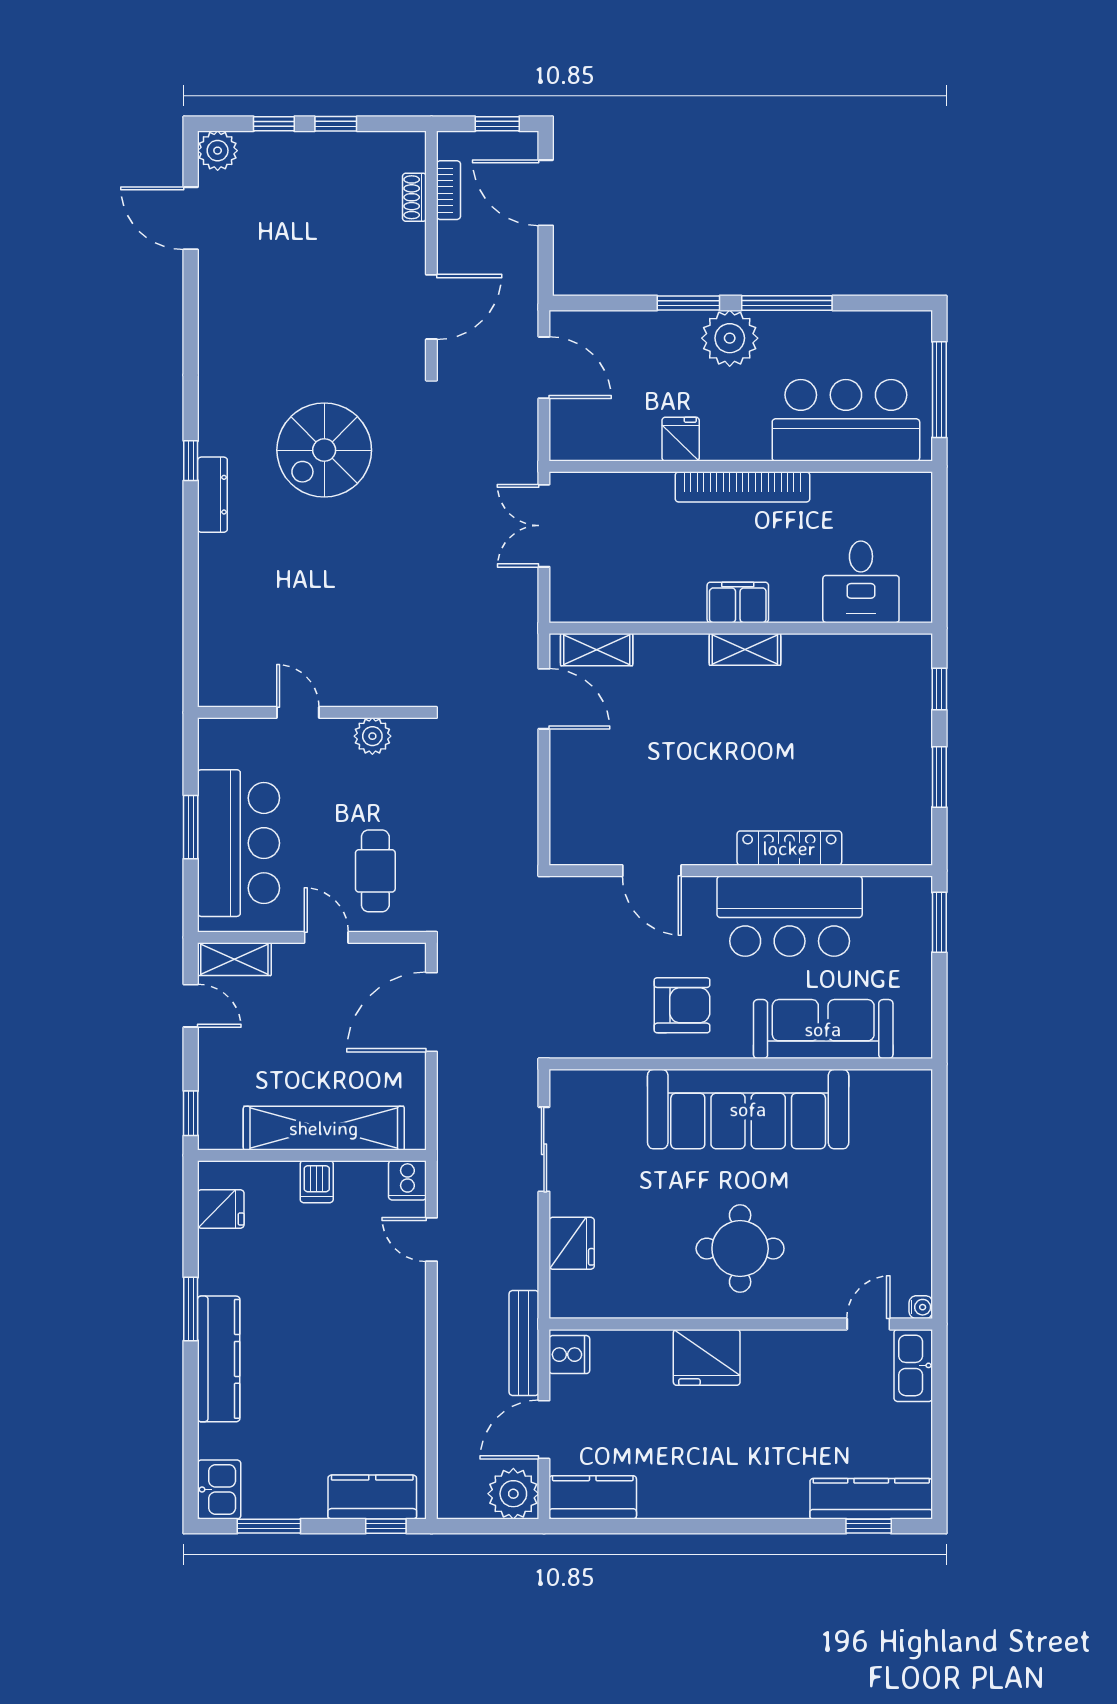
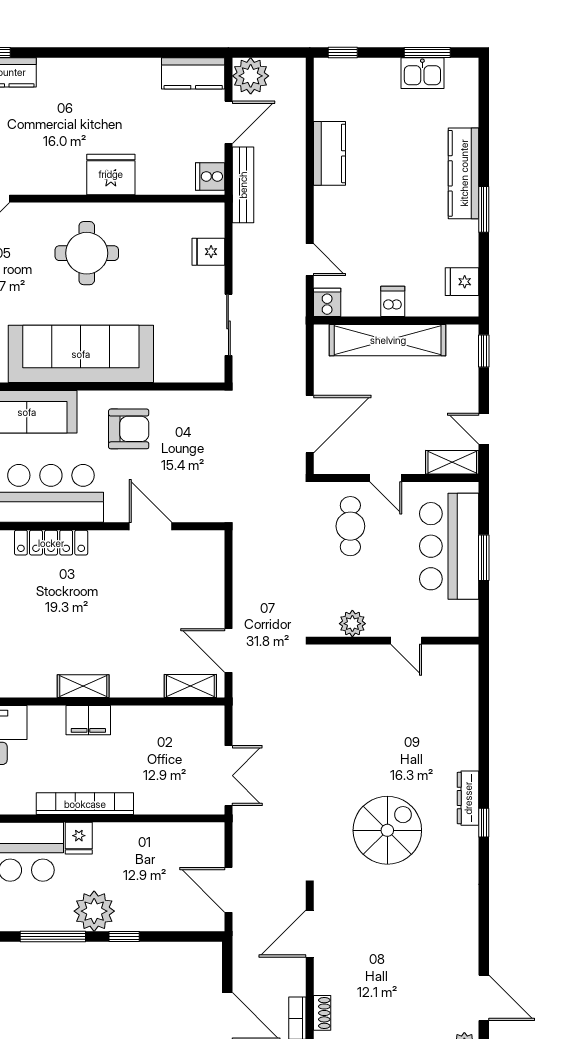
window: (688, 303) -> (124, 937), width x0.67
fridge: (681, 439) -> (79, 838), moved
armchair: (682, 1005) -> (129, 429), turned 180
fridge: (572, 1243) -> (208, 252), width x0.72
kitchen sink: (219, 1490) -> (422, 73), moved, turned -90
kitchen counter: (372, 1497) -> (330, 153), moved, turned -90

